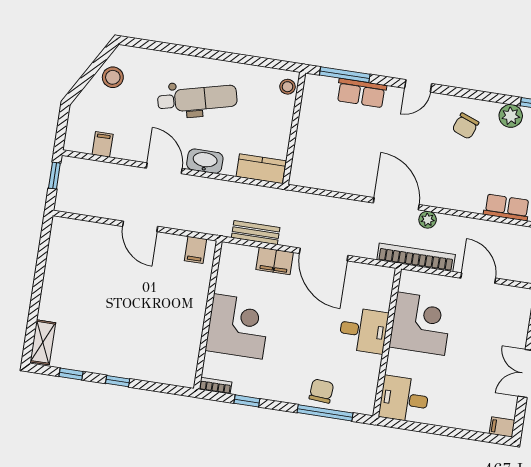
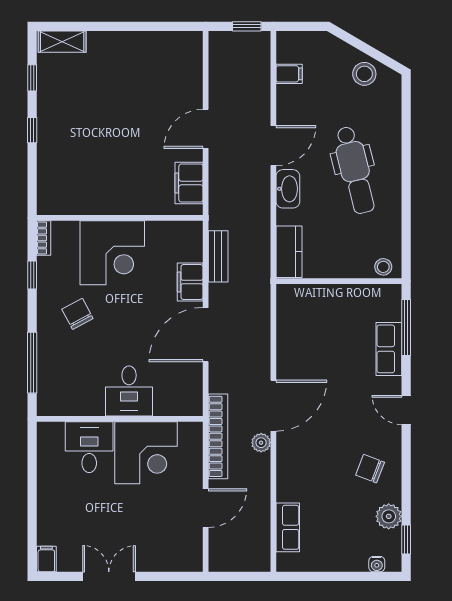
filing cabinet: (195, 250) -> (189, 183), width x2.00
chair: (321, 391) -> (77, 314), moved, turned -122
desk: (404, 399) -> (89, 447), moved

